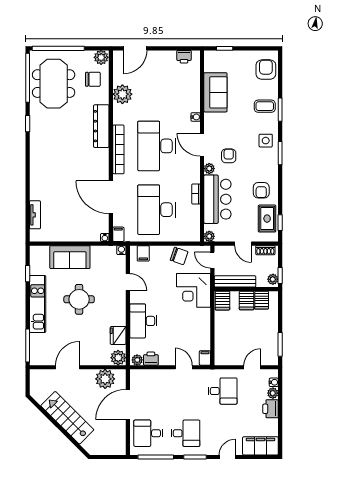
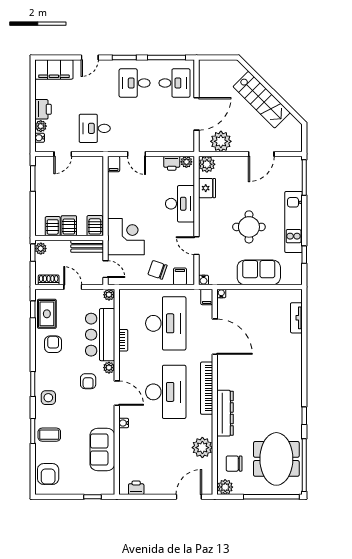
chair: (179, 256) -> (158, 270), moved
bench: (235, 281) -> (87, 246), width x0.73

